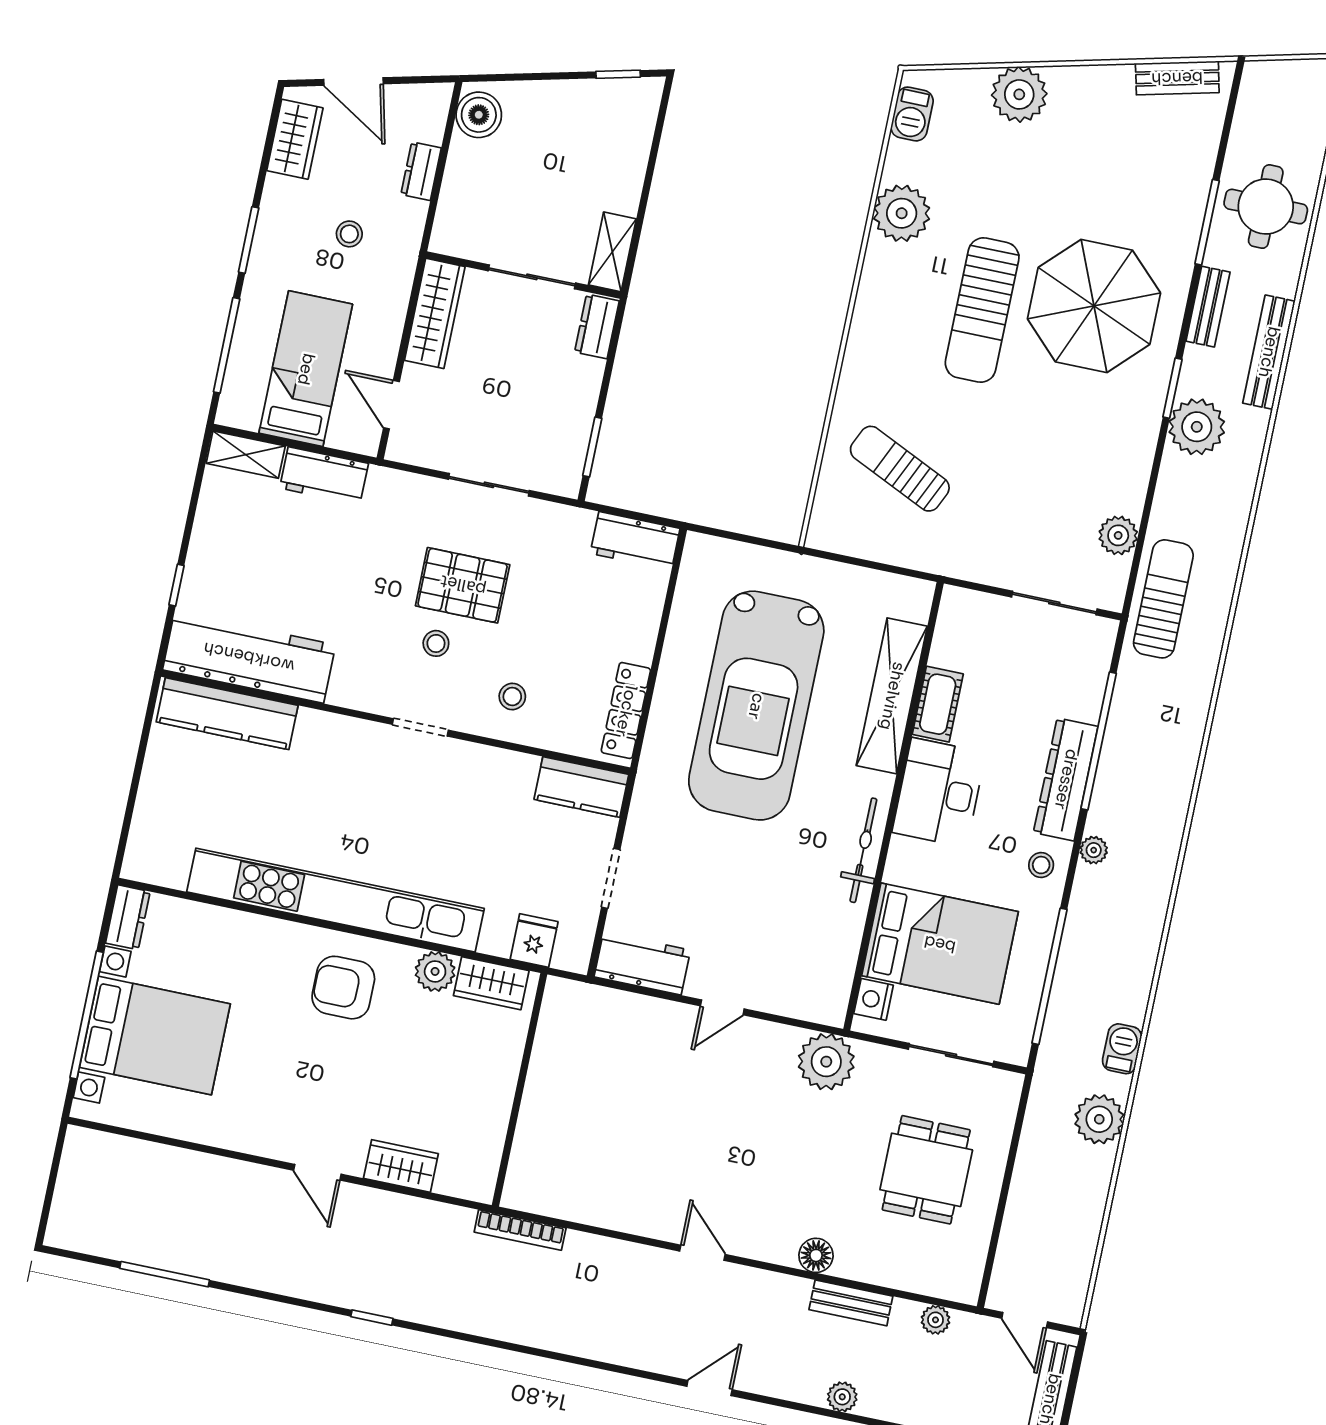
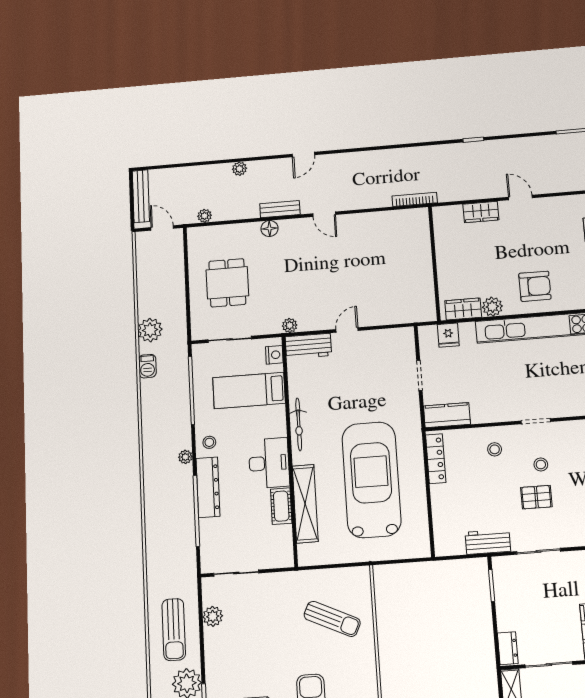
workbench: (635, 541) -> (488, 542), moved
pallet: (463, 585) -> (536, 497), width x0.67, depth x0.71
sun lounger: (1163, 599) -> (174, 630), moved
bed: (940, 944) -> (249, 390), width x0.67
workbench: (642, 964) -> (308, 346), moved
plant: (826, 1062) -> (290, 325), width x0.53, depth x0.53
bench: (851, 1303) -> (280, 209), moved

